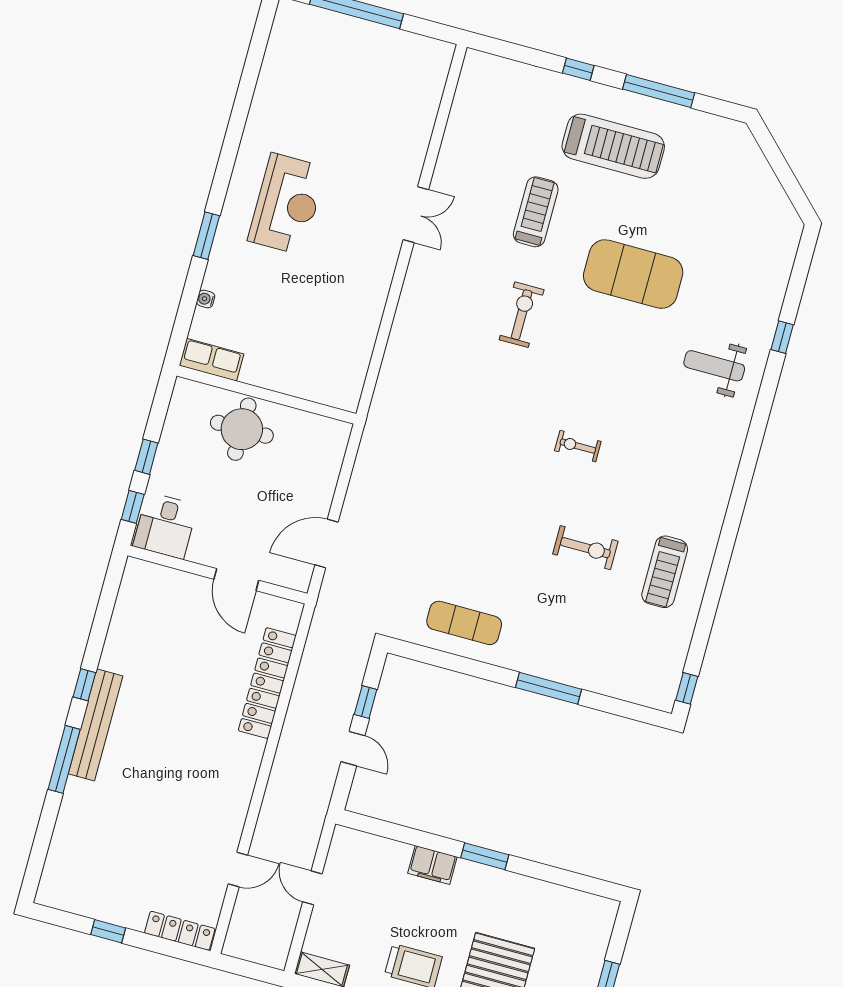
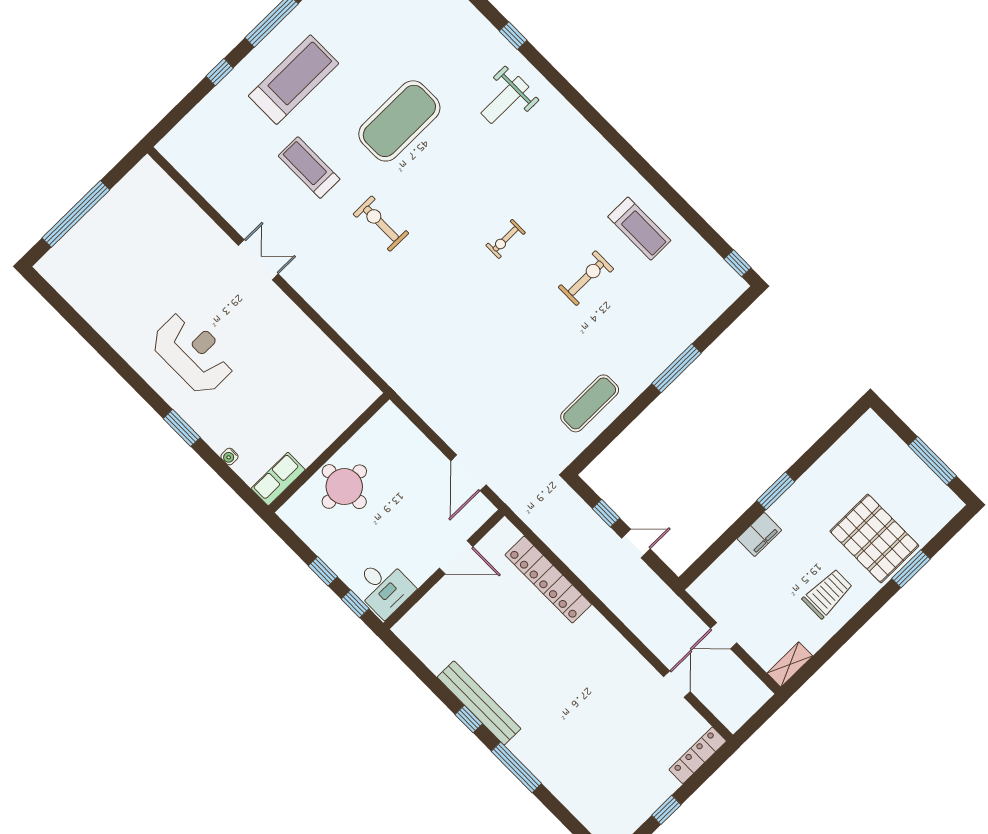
bench: (95, 725) -> (479, 703), moved

